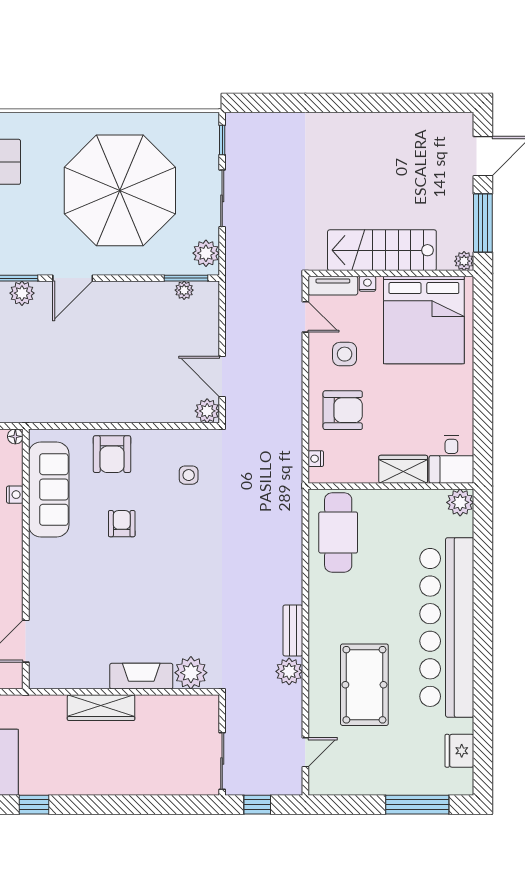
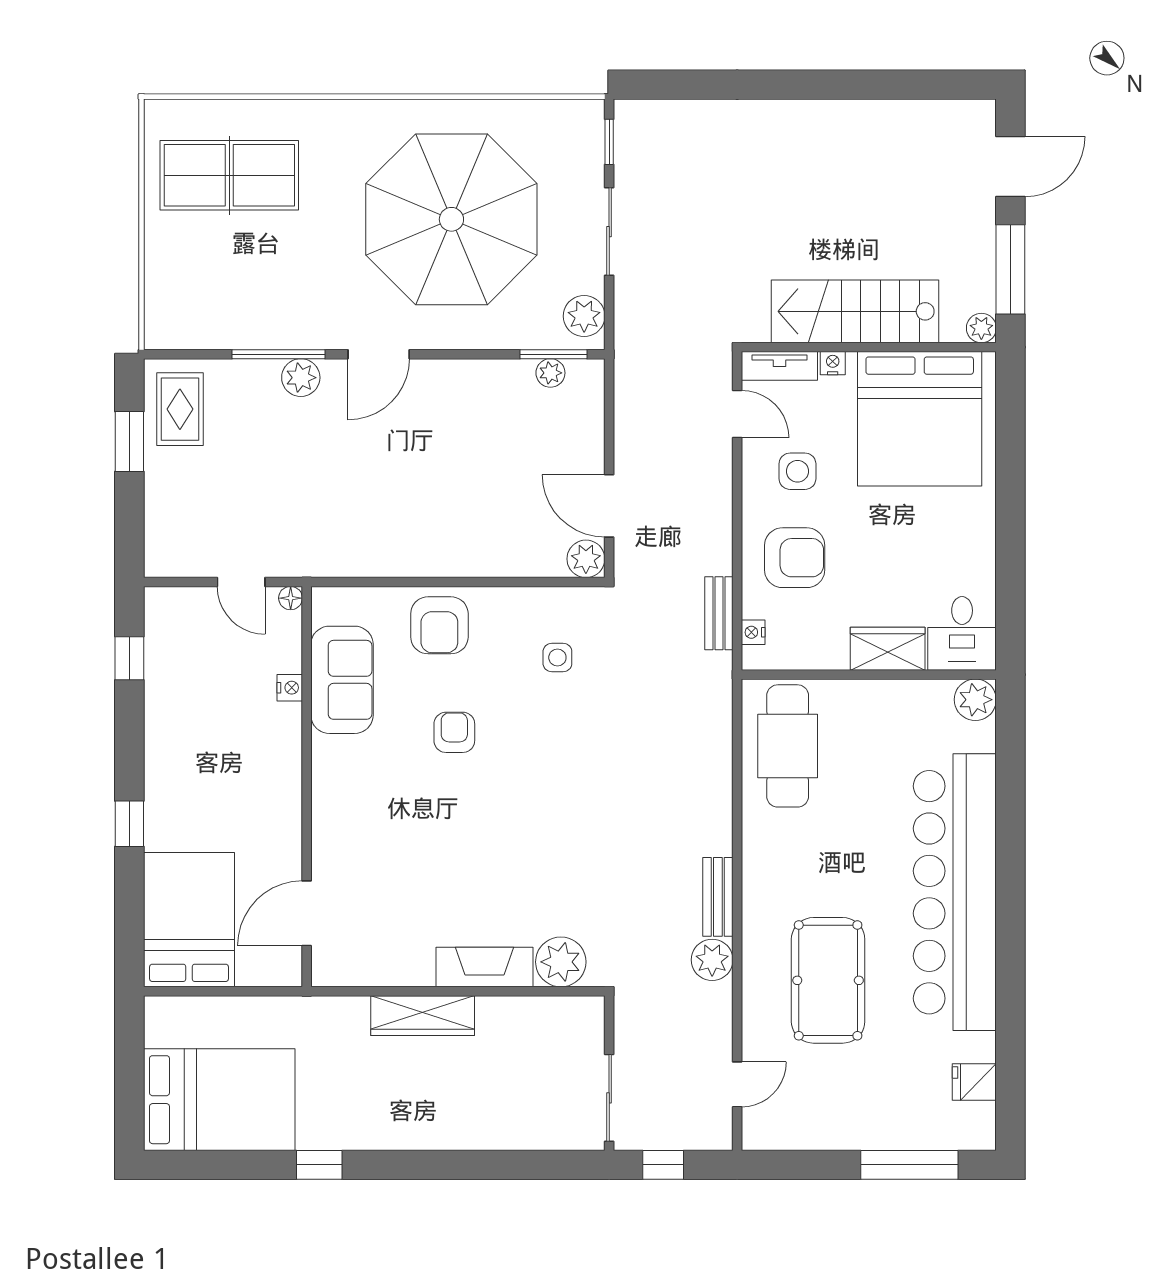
bench: (294, 446) -> (719, 613), added
sofa: (49, 489) -> (342, 680), width x0.73
fridge: (459, 751) -> (974, 1082), width x0.72

